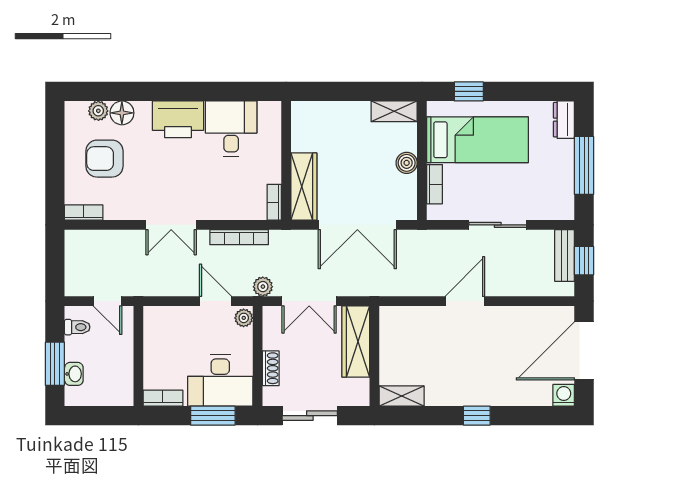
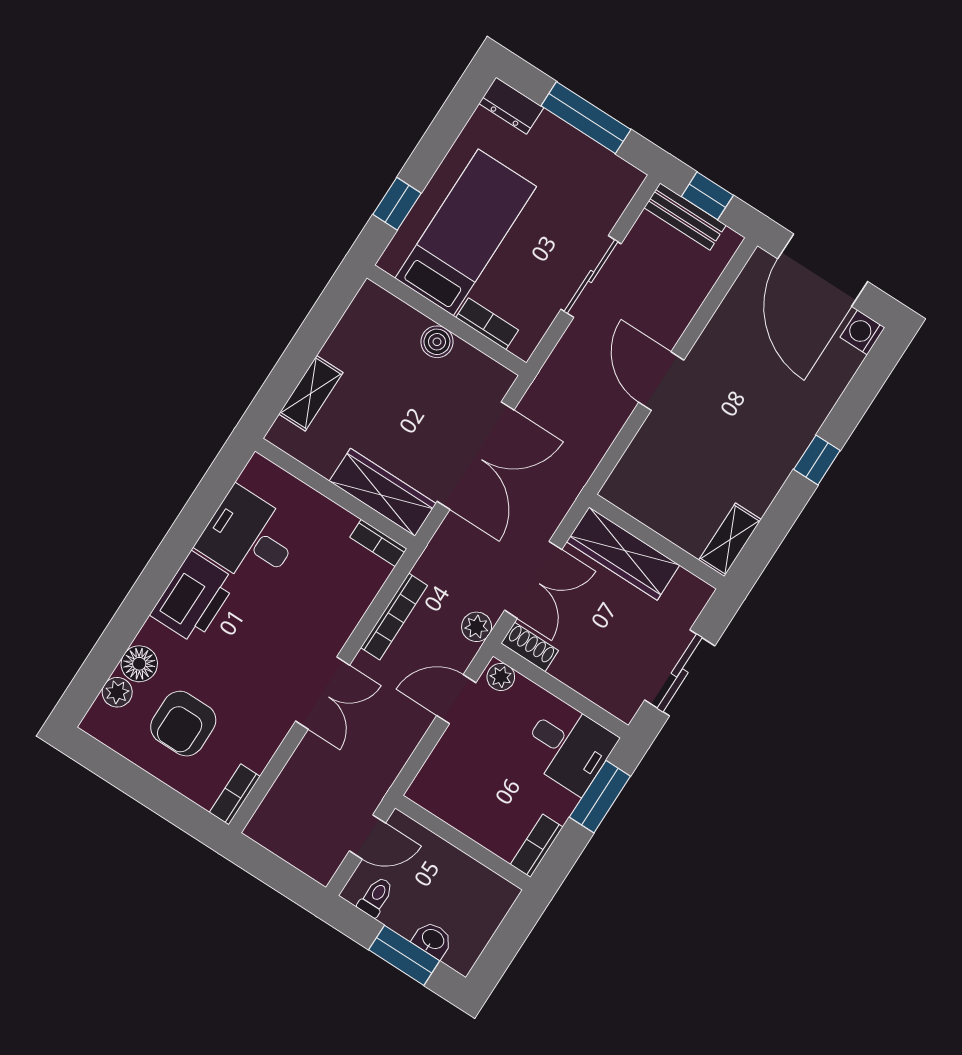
shelving: (394, 111) -> (311, 393), moved
shoe rack: (271, 368) -> (530, 647), moved
desk: (220, 380) -> (568, 747), width x0.73

